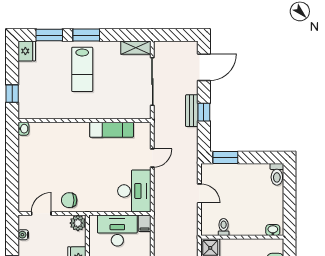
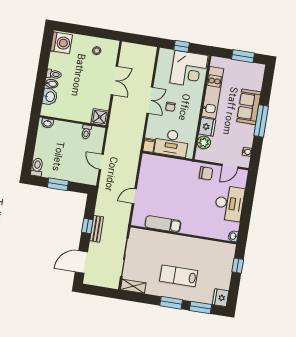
lab bench: (82, 69) -> (179, 276), turned -90
window: (225, 157) -> (58, 184), moved
desk: (134, 191) -> (229, 203), moved, turned 180
plant: (78, 223) -> (204, 142), moved

